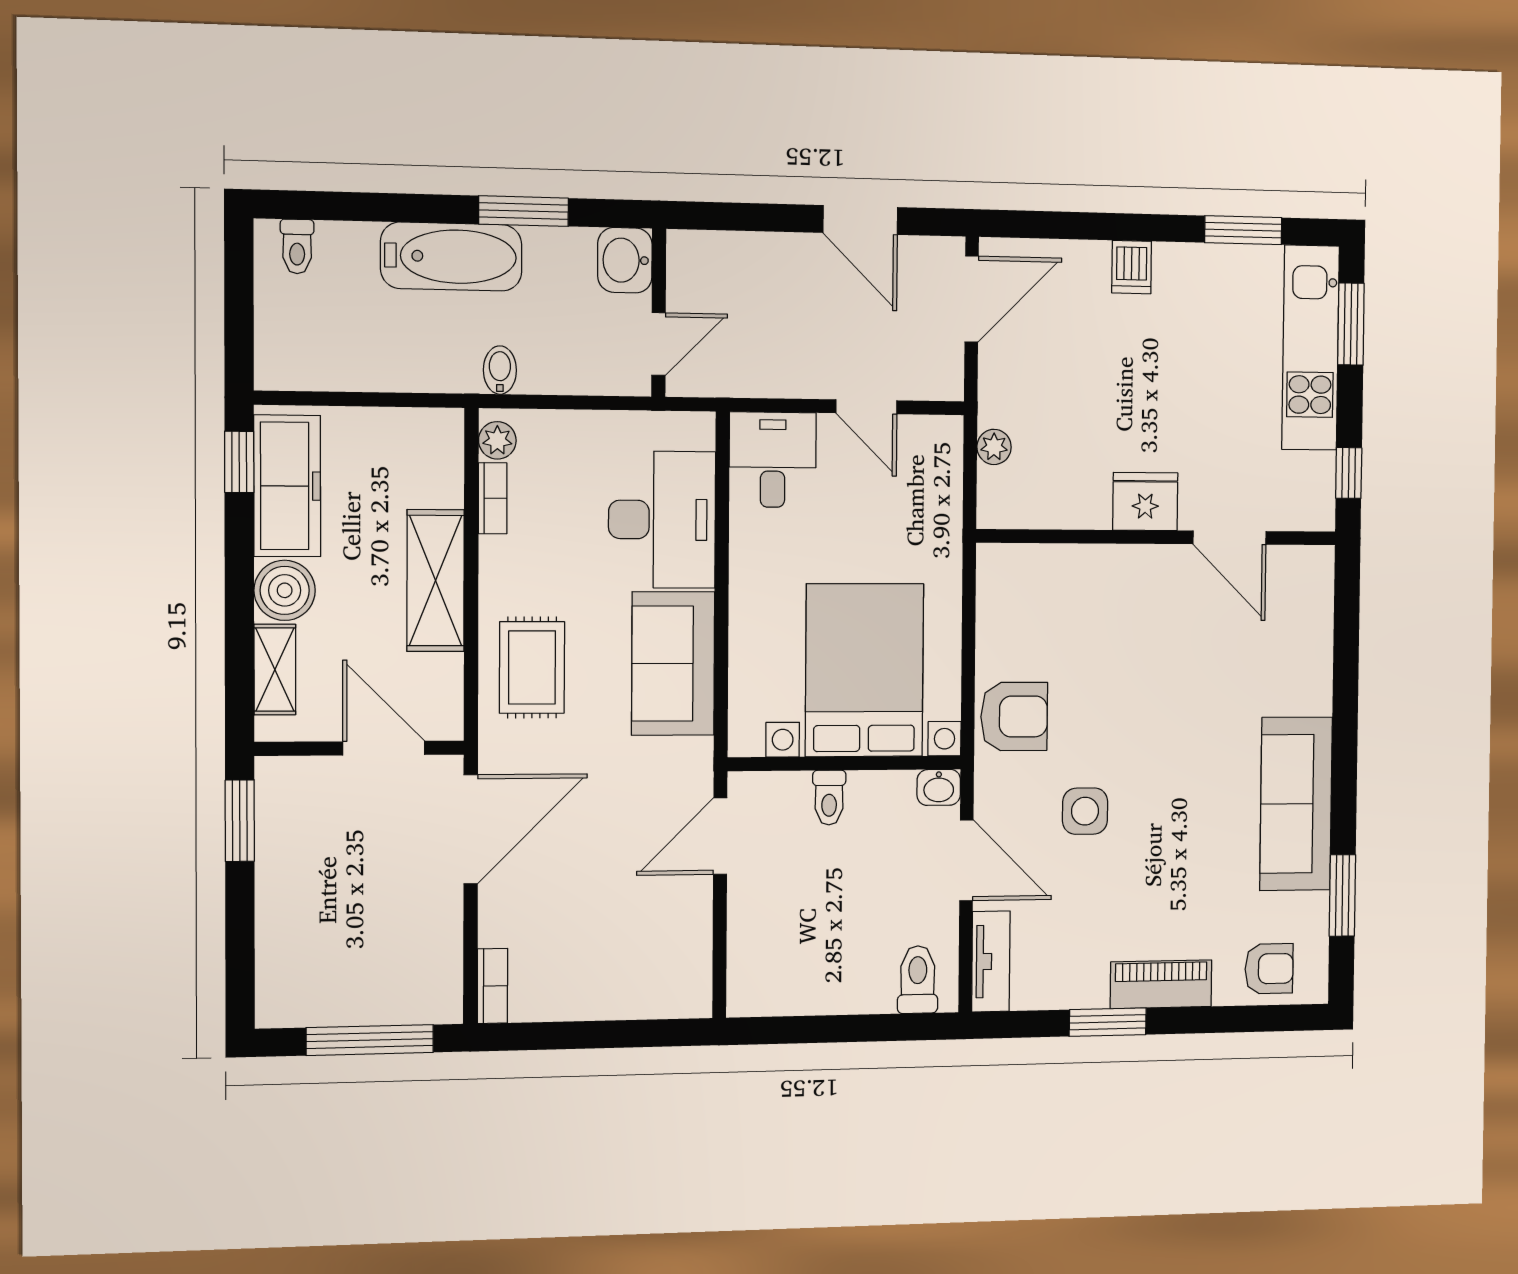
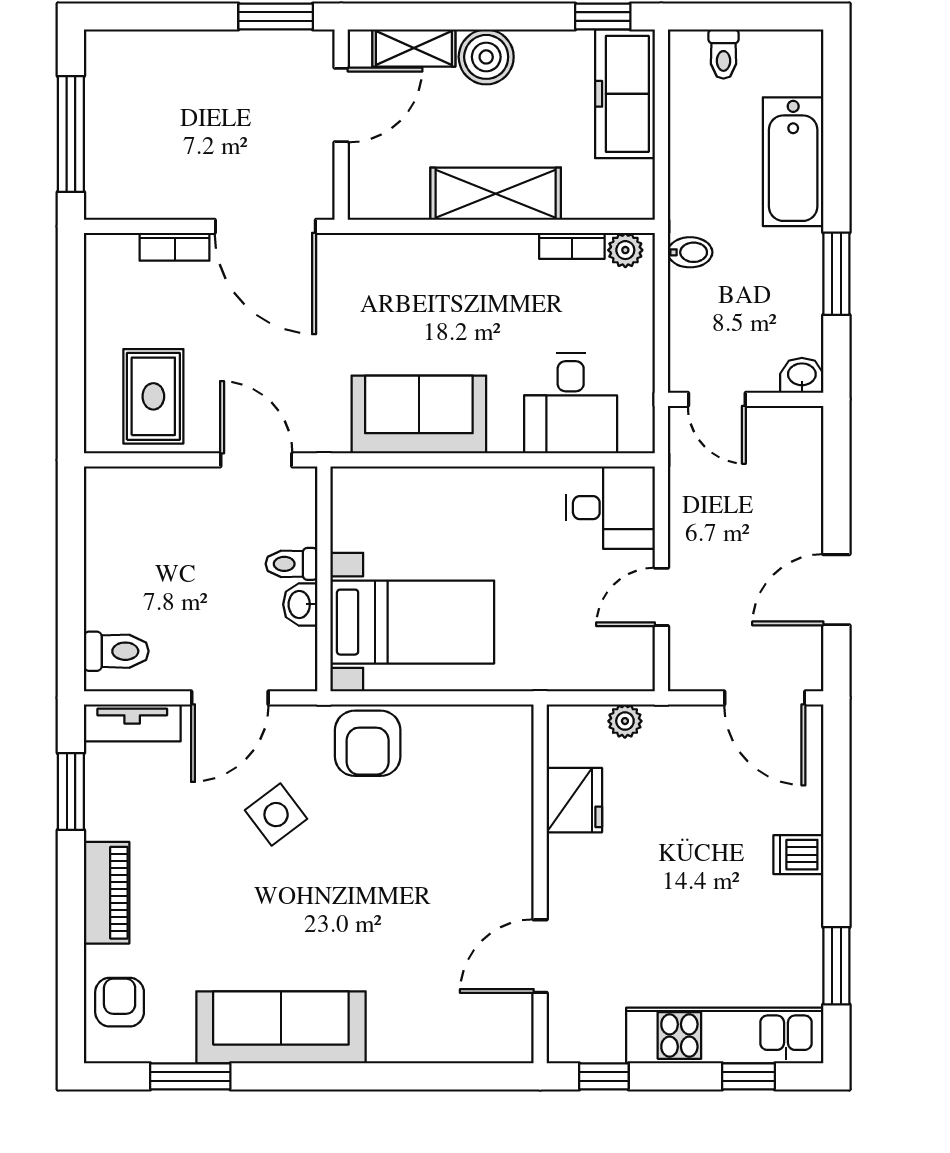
toilet: (297, 246) -> (723, 54), moved, turned -90
bathtub: (451, 257) -> (793, 162), moved
washbasin: (625, 260) -> (802, 375), width x0.72, depth x0.69
window: (1351, 324) -> (748, 1076), width x0.67
freezer: (287, 486) -> (625, 94), moved, turned 90
fridge: (1145, 501) -> (574, 800), moved
desk: (662, 520) -> (571, 403), width x0.73
rug: (532, 667) -> (153, 396), moved, turned 90
bed with nightstands: (865, 670) -> (412, 622), width x0.73
door: (384, 748) -> (341, 105), moved
washbasin: (939, 787) -> (300, 604), moved
side table: (1085, 811) -> (276, 815), turned -37
armchair: (1269, 969) -> (120, 1002), turned 180
bookcase: (492, 986) -> (175, 247), moved
window: (1108, 1022) -> (71, 791), moved

